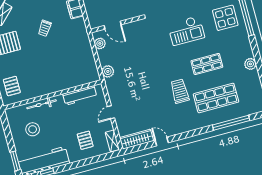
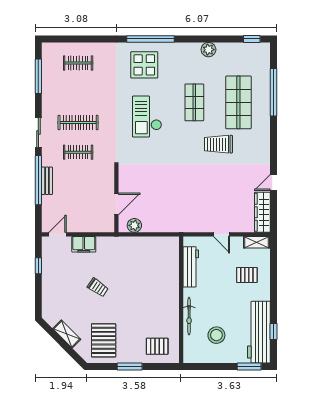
checkout: (186, 31) -> (147, 117), turned 180
plant: (108, 71) -> (171, 225), removed

